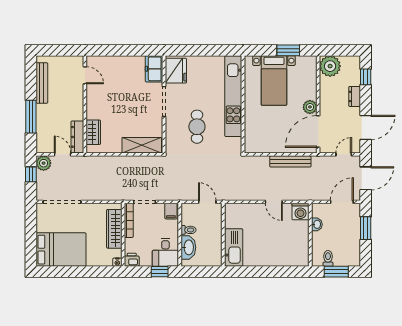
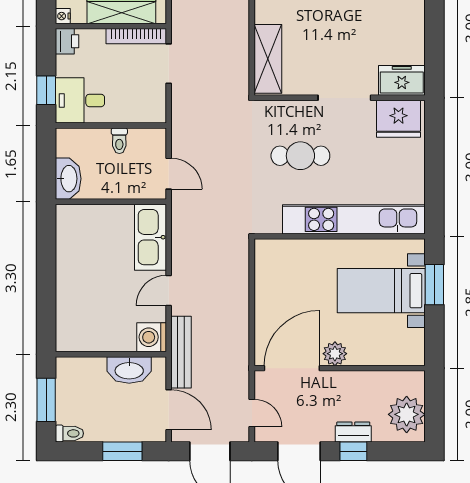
window: (288, 50) -> (434, 285), moved
plant: (330, 66) -> (407, 414), moved
window: (366, 77) -> (353, 451), moved
door: (318, 132) -> (292, 368), hinge flipped
bench: (290, 161) -> (181, 352), moved
door: (207, 202) -> (169, 174), hinge flipped
filing cabinet: (171, 211) -> (152, 110), removed
washbasin: (317, 224) -> (129, 370), width x1.91, depth x1.45
washbasin: (188, 247) -> (68, 179), moved, turned -90
kitchen sink: (234, 248) -> (150, 237), moved, turned 90
toilet: (328, 258) -> (69, 433), moved

